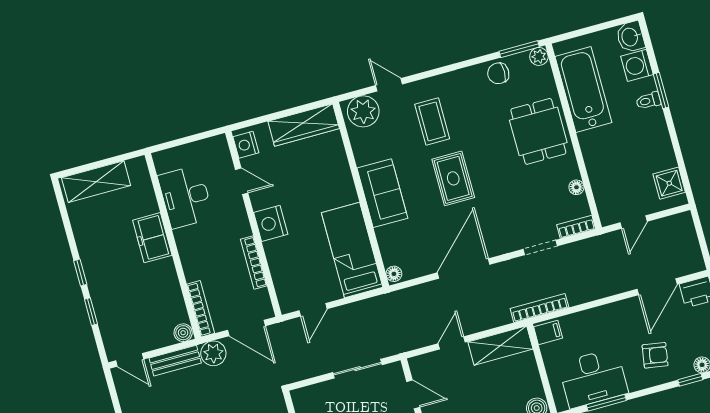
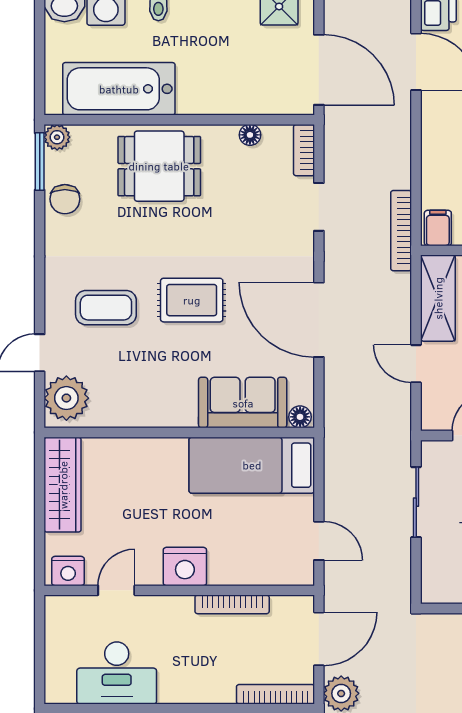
sofa: (382, 193) -> (243, 403), moved
door: (634, 222) -> (319, 70), width x1.87

